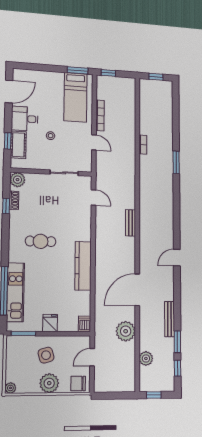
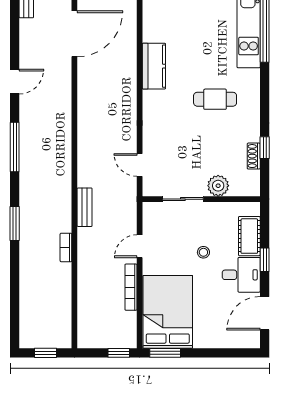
bed: (75, 97) -> (168, 312), width x1.50
window: (8, 141) -> (265, 260), moved
door: (94, 142) -> (140, 246), hinge flipped
plant: (17, 180) -> (218, 186), moved
window: (176, 213) -> (15, 147), added
bench: (130, 223) -> (85, 207), moved
kitchen counter: (83, 266) -> (154, 66), width x0.67

